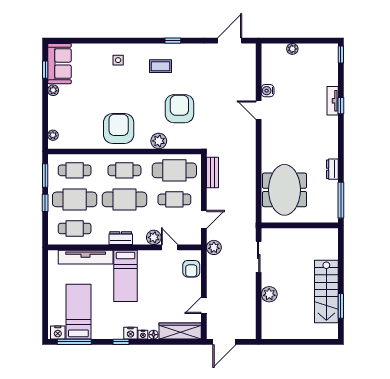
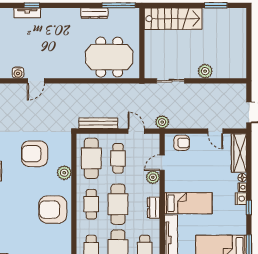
dresser: (332, 169) -> (94, 13), width x1.44
bench: (213, 172) -> (98, 123), width x1.36
stairs: (326, 292) -> (173, 19), moved

